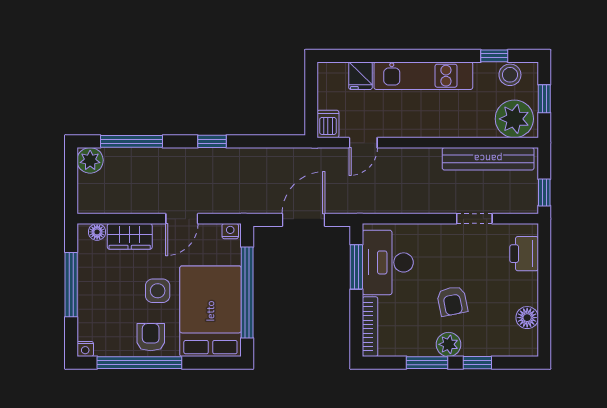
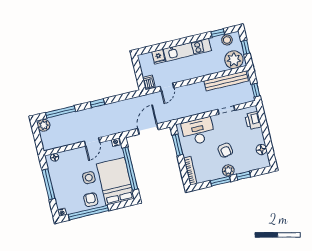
wardrobe: (130, 236) -> (70, 156), removed
desk: (388, 262) -> (198, 131), moved, turned 90

